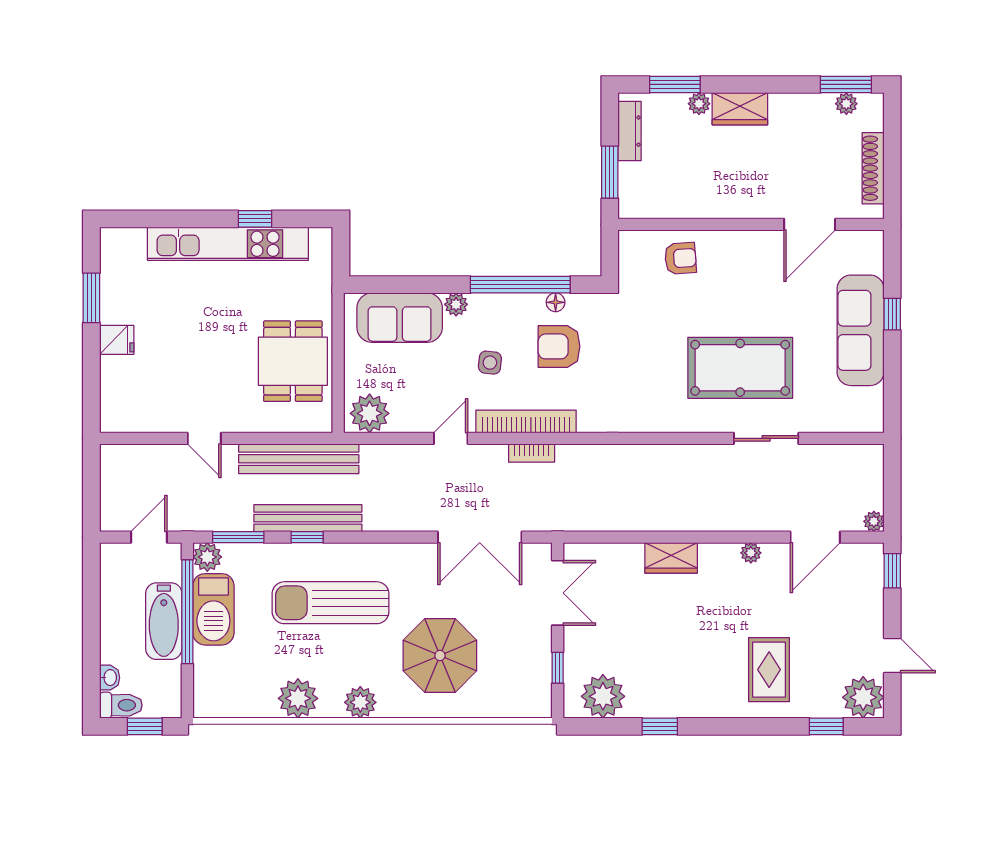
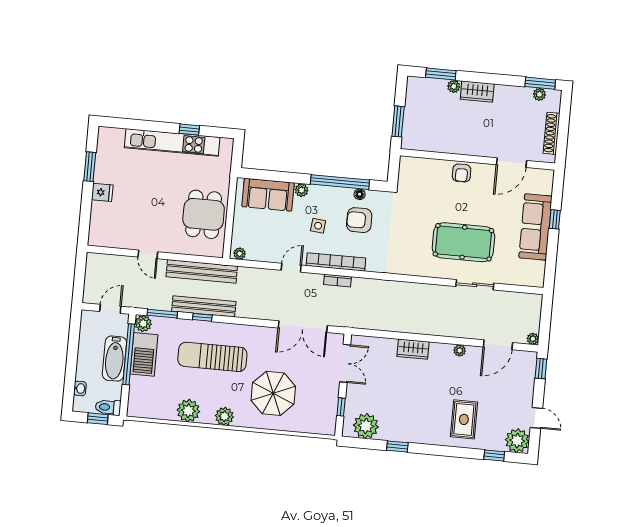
dresser: (630, 131) -> (412, 99), removed
armchair: (680, 258) -> (462, 173), moved, turned 94
plant: (370, 413) -> (240, 254), width x0.53, depth x0.53
toilet: (121, 705) -> (108, 407), moved, turned 180

